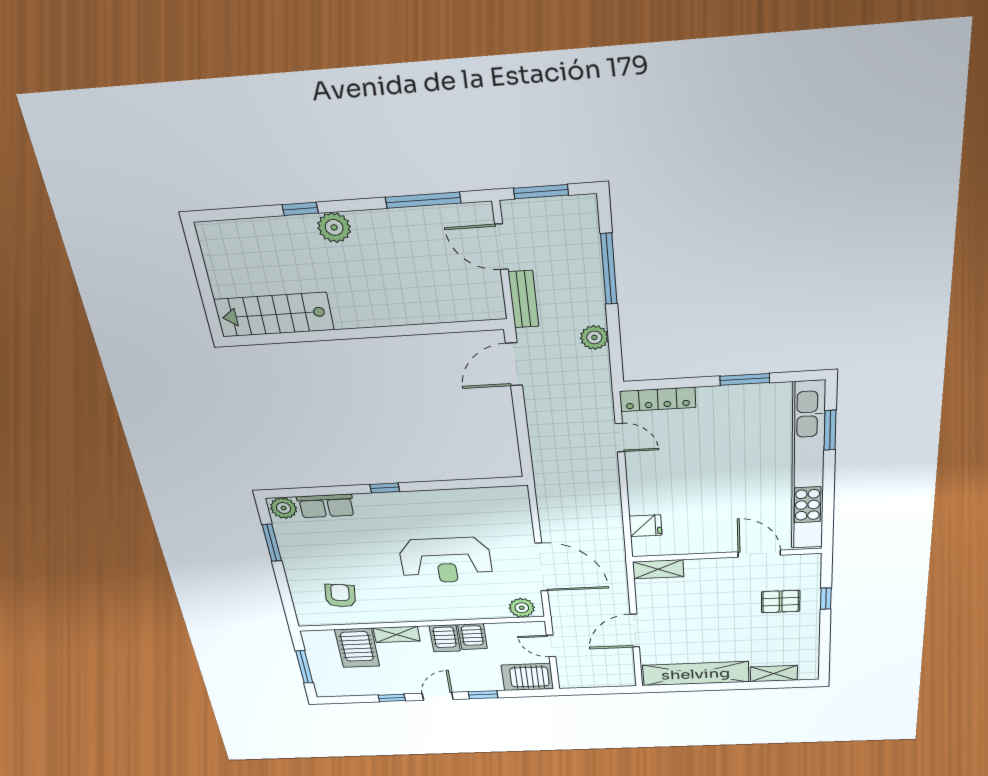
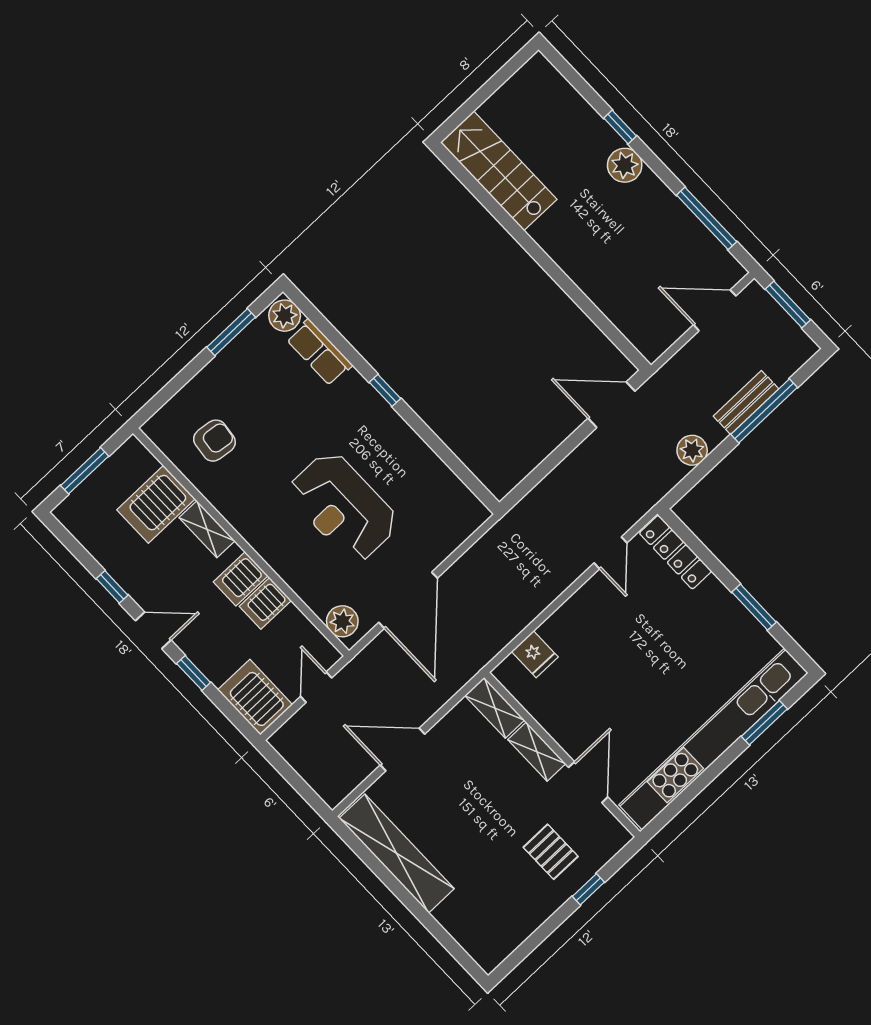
door: (501, 247) -> (715, 310), hinge flipped
bench: (524, 299) -> (746, 402), moved
shelving: (774, 674) -> (537, 752), moved

